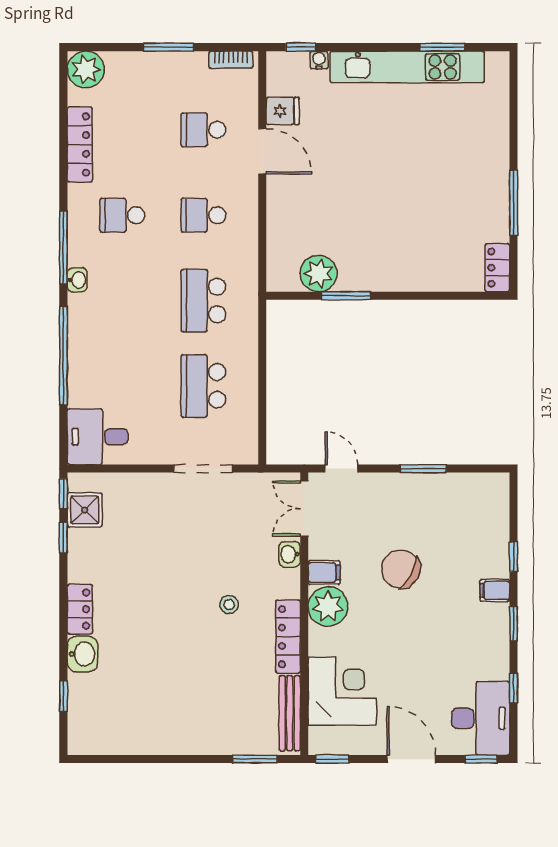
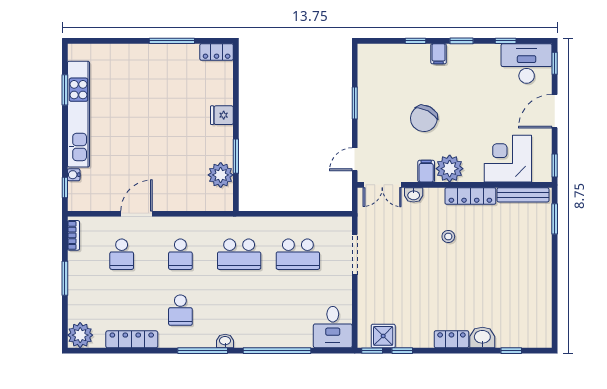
fridge: (283, 111) -> (222, 115), moved, turned -90

